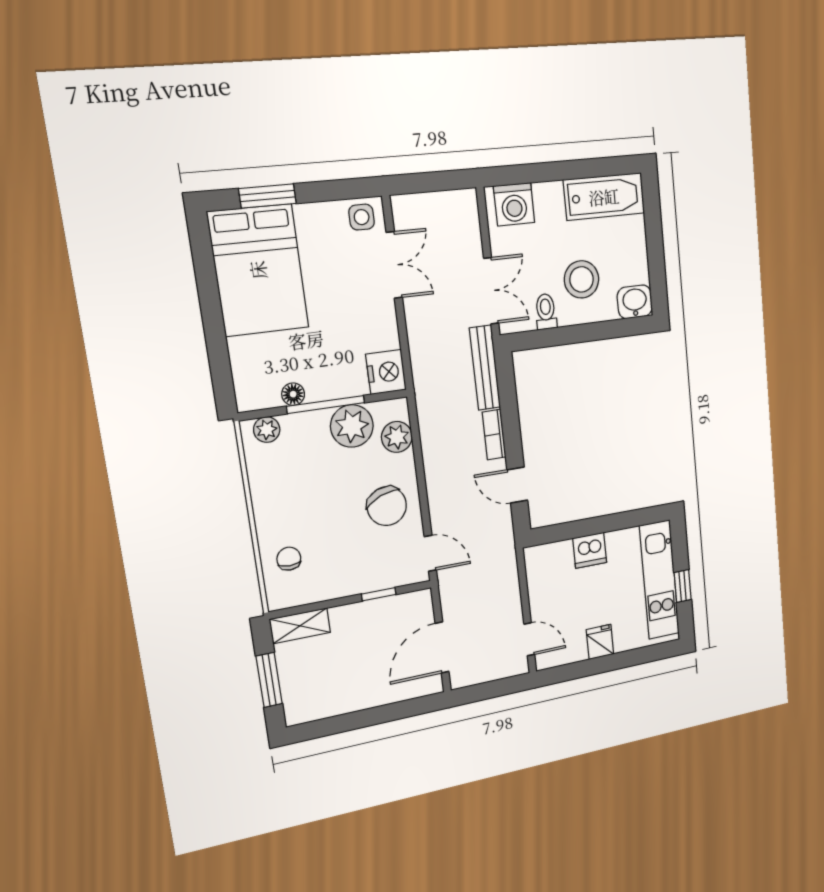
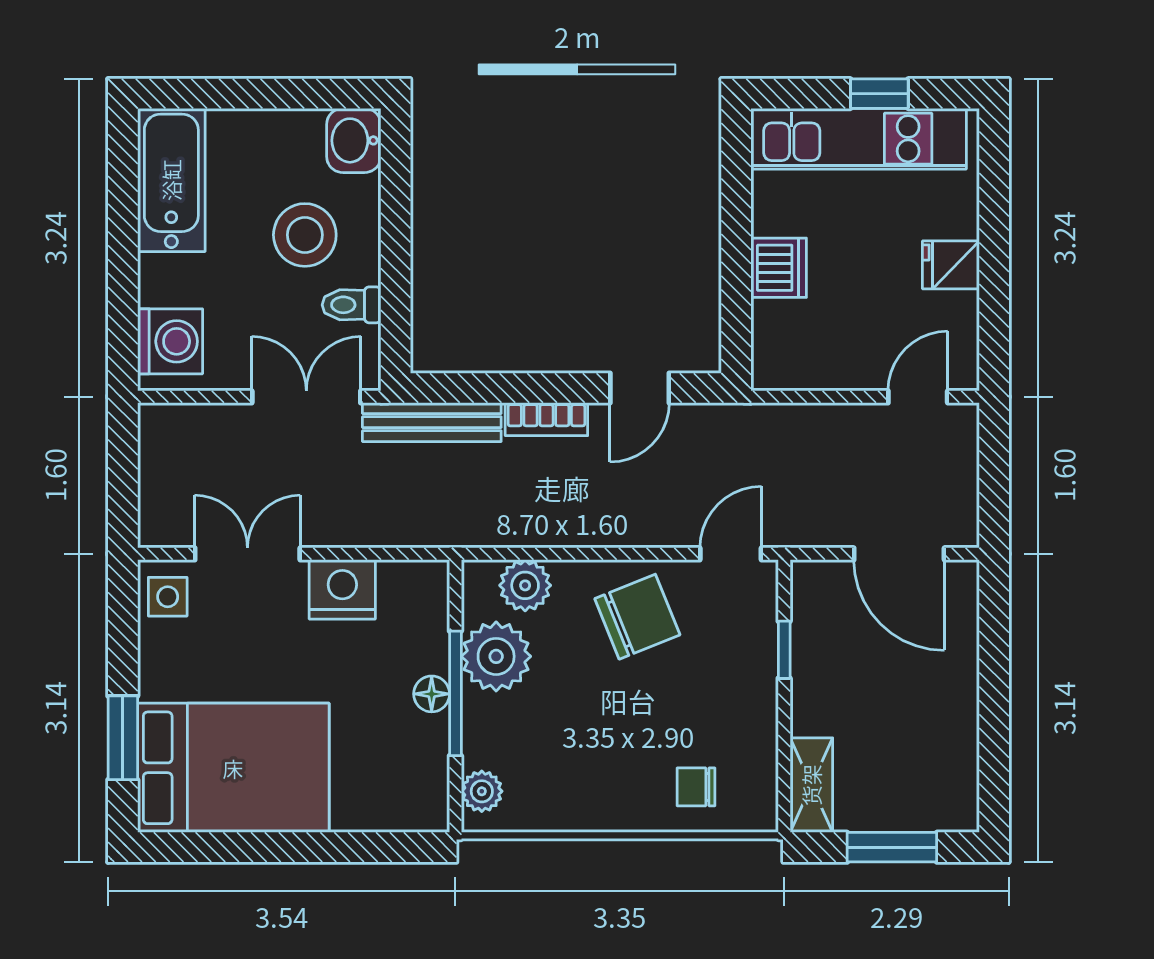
nightstand: (386, 372) -> (342, 589), moved
floor lamp: (293, 394) -> (432, 694), moved

